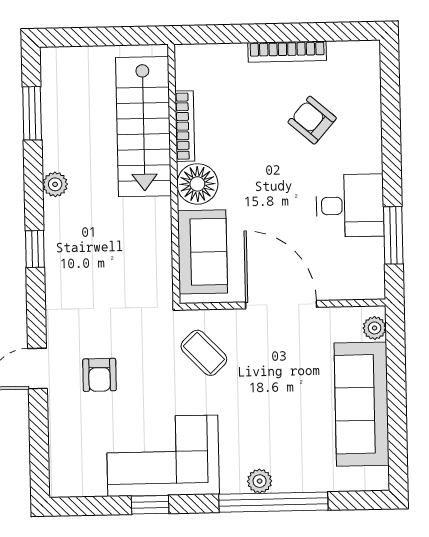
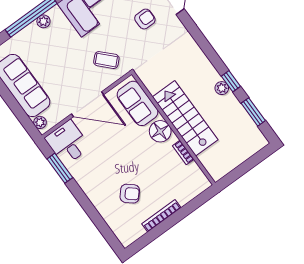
bookcase: (185, 126) -> (183, 153), width x0.64
stairs: (143, 127) -> (185, 118), moved
desk: (350, 206) -> (68, 143), moved, turned 90
window: (35, 249) -> (231, 81), moved
armchair: (99, 375) -> (145, 19), turned 90

